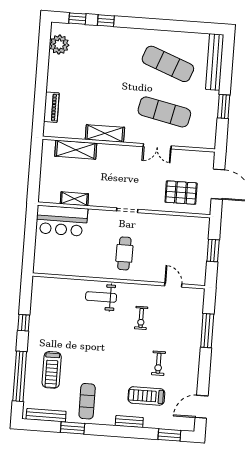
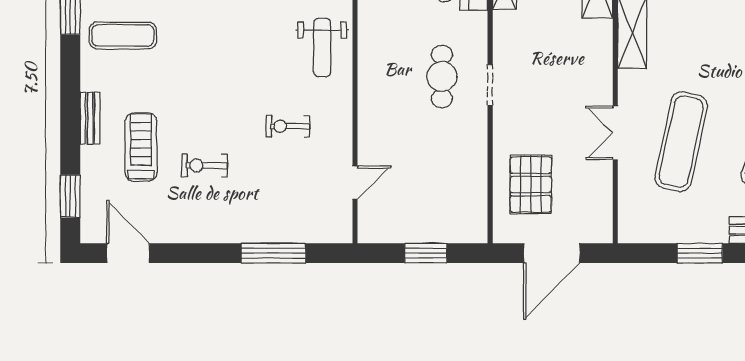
cafe table: (124, 253) -> (442, 76), moved, turned 90
weight bench: (101, 297) -> (322, 48), turned 180

